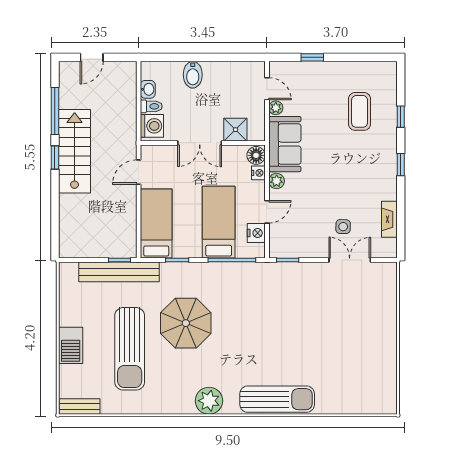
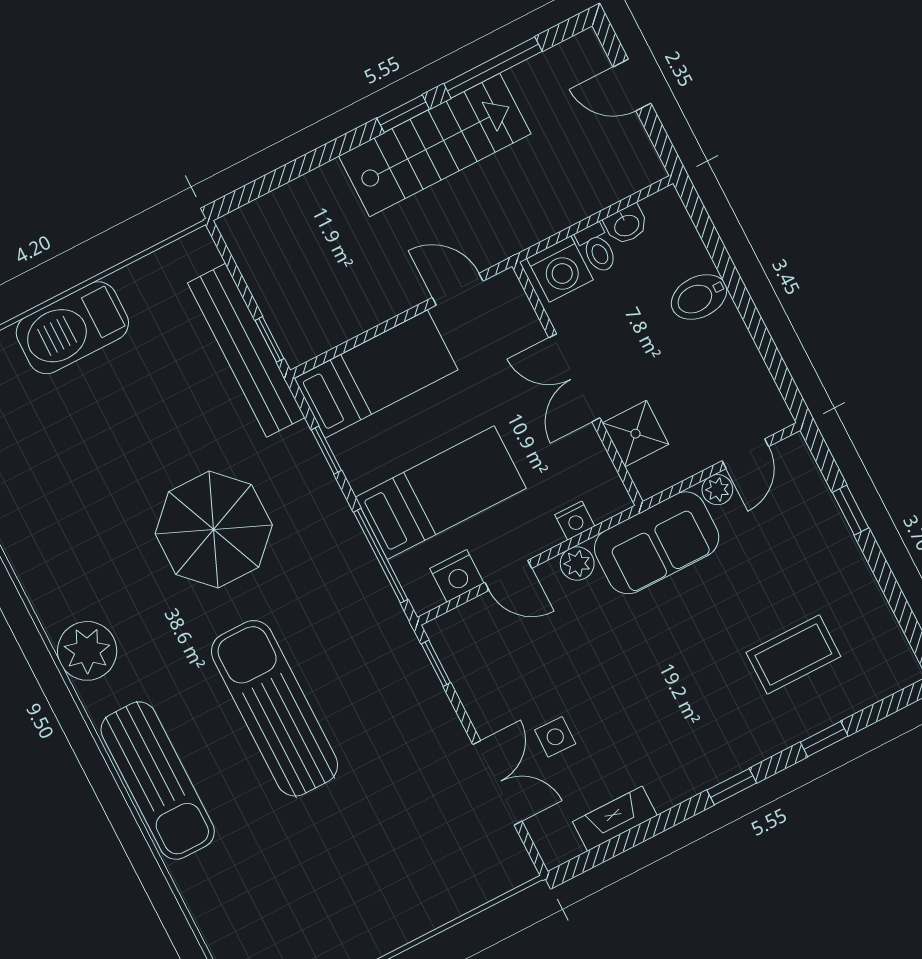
floor lamp: (256, 155) -> (606, 499), removed
barbecue: (71, 345) -> (72, 328), width x1.37, depth x1.21
sun lounger: (130, 349) -> (275, 708), moved, turned 90

